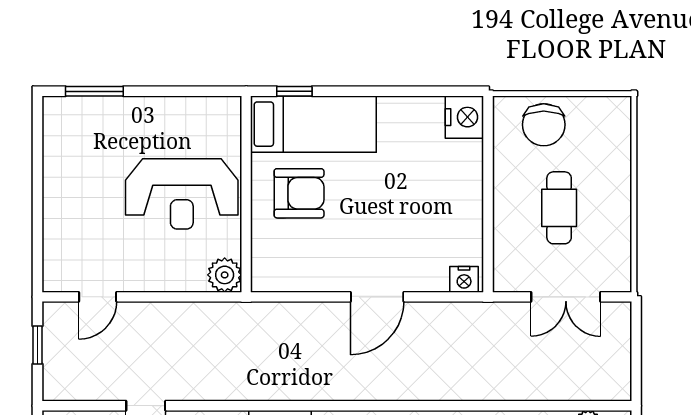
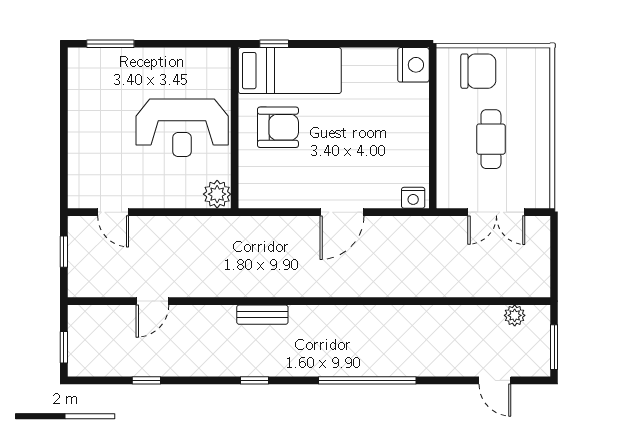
chair: (544, 125) -> (478, 71), turned -90
door: (98, 297) -> (113, 212), hinge flipped

